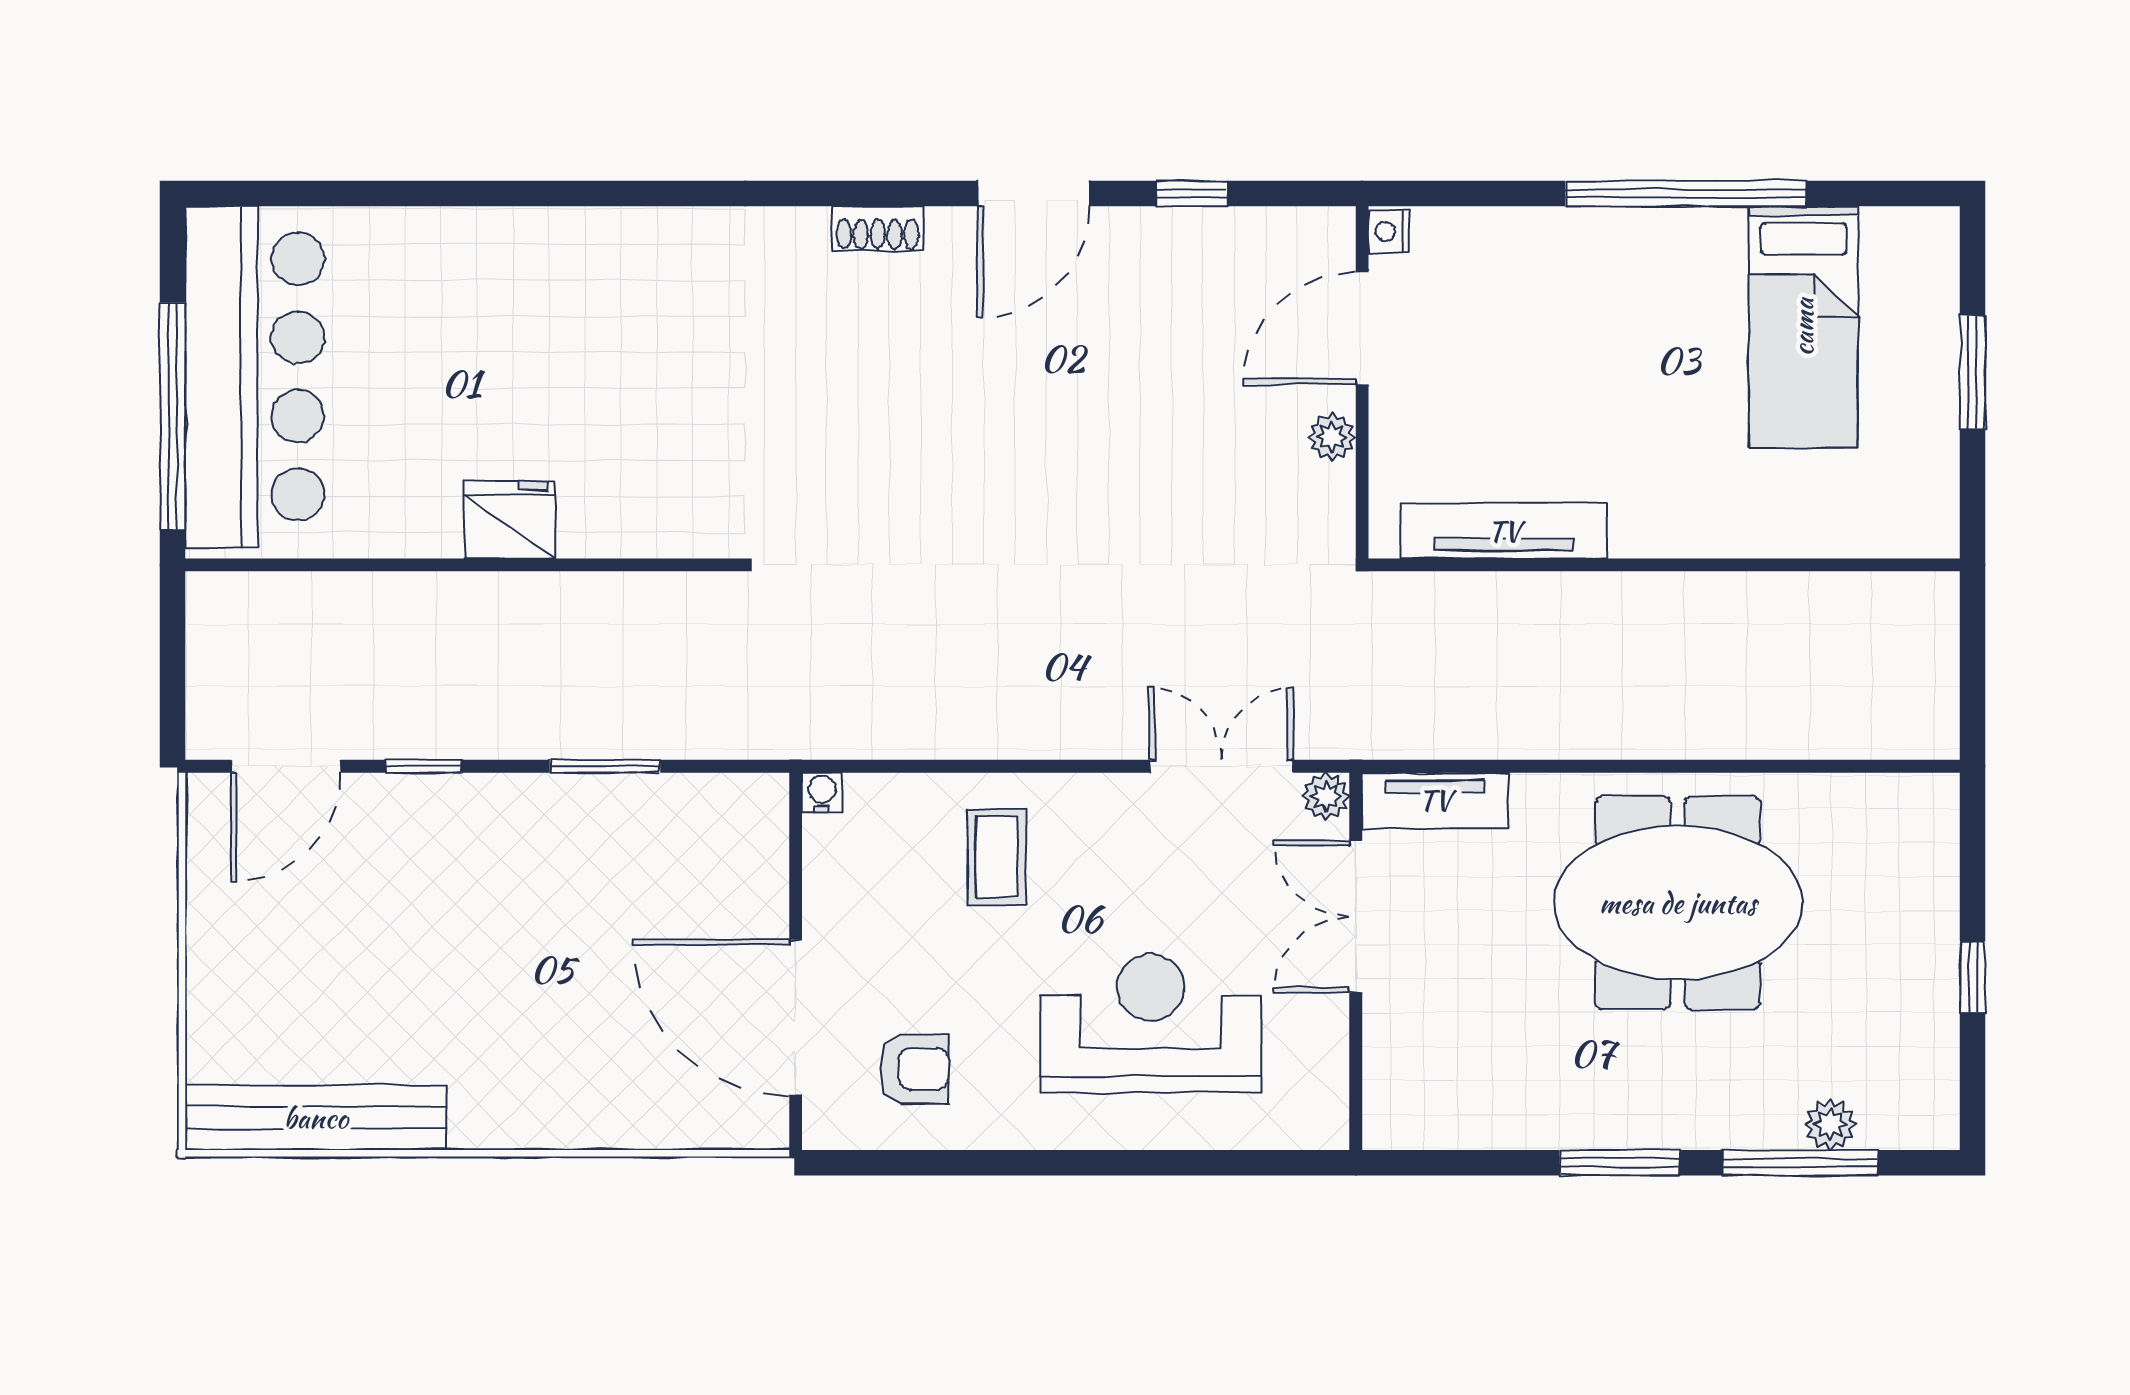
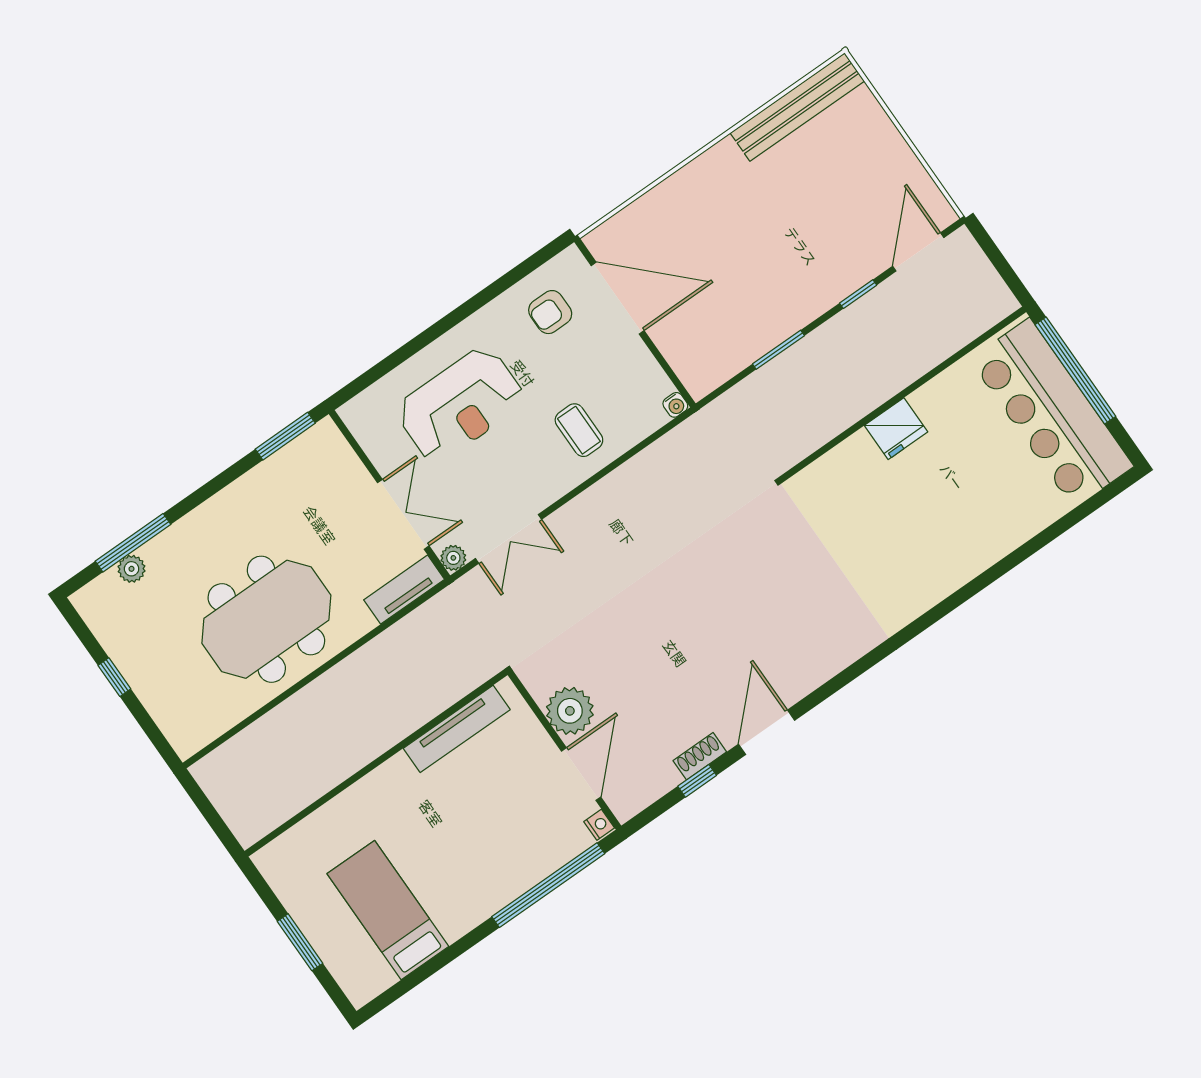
window: (1686, 194) -> (548, 885), moved
shoe rack: (878, 228) -> (700, 756), moved
plant: (1332, 437) -> (570, 711), width x1.87, depth x1.87
window: (1620, 1163) -> (285, 436), moved

